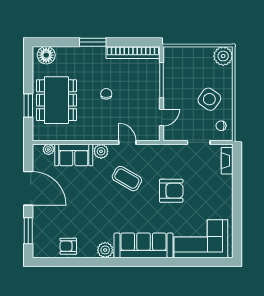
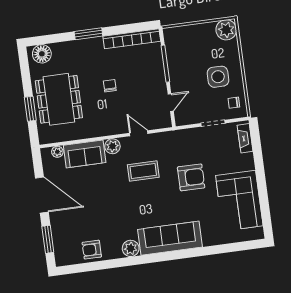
side table: (209, 99) -> (218, 77), turned -35
coffee table: (127, 179) -> (143, 171), turned -30
corner sofa: (201, 239) -> (239, 201), moved, turned -90

